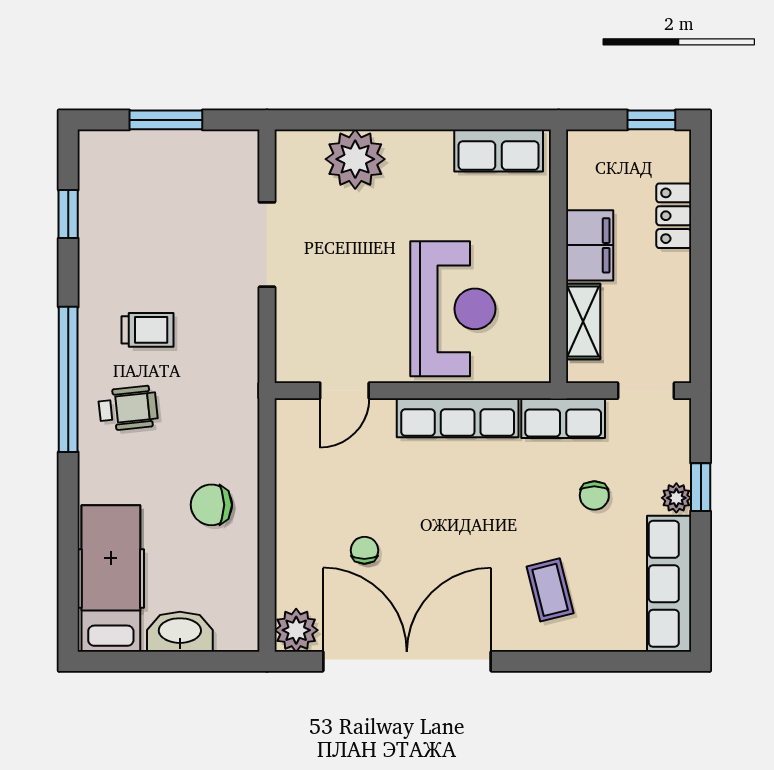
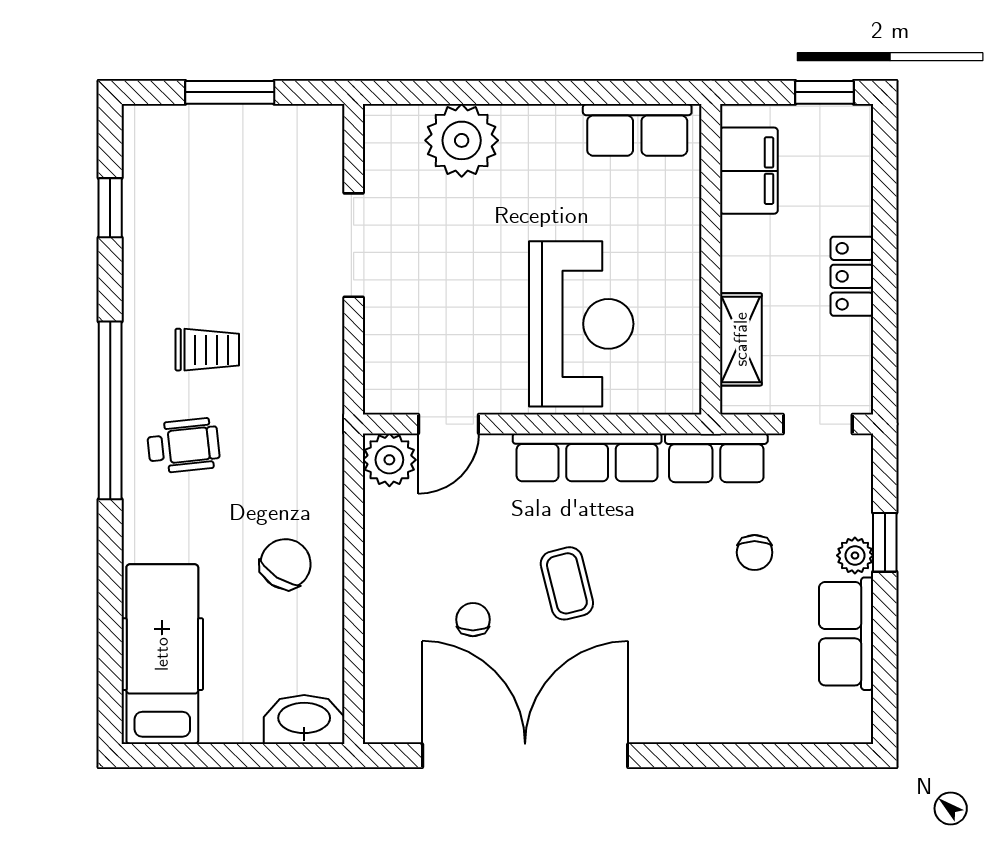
locker: (674, 216) -> (852, 276), moved
filing cabinet: (590, 245) -> (749, 171), moved
chair: (211, 505) -> (285, 564), turned 123
row of seats: (669, 584) -> (846, 634), width x0.68
coffee table: (550, 590) -> (567, 583), moved
plant: (296, 630) -> (389, 460), moved
washbasin: (180, 632) -> (304, 719), moved

